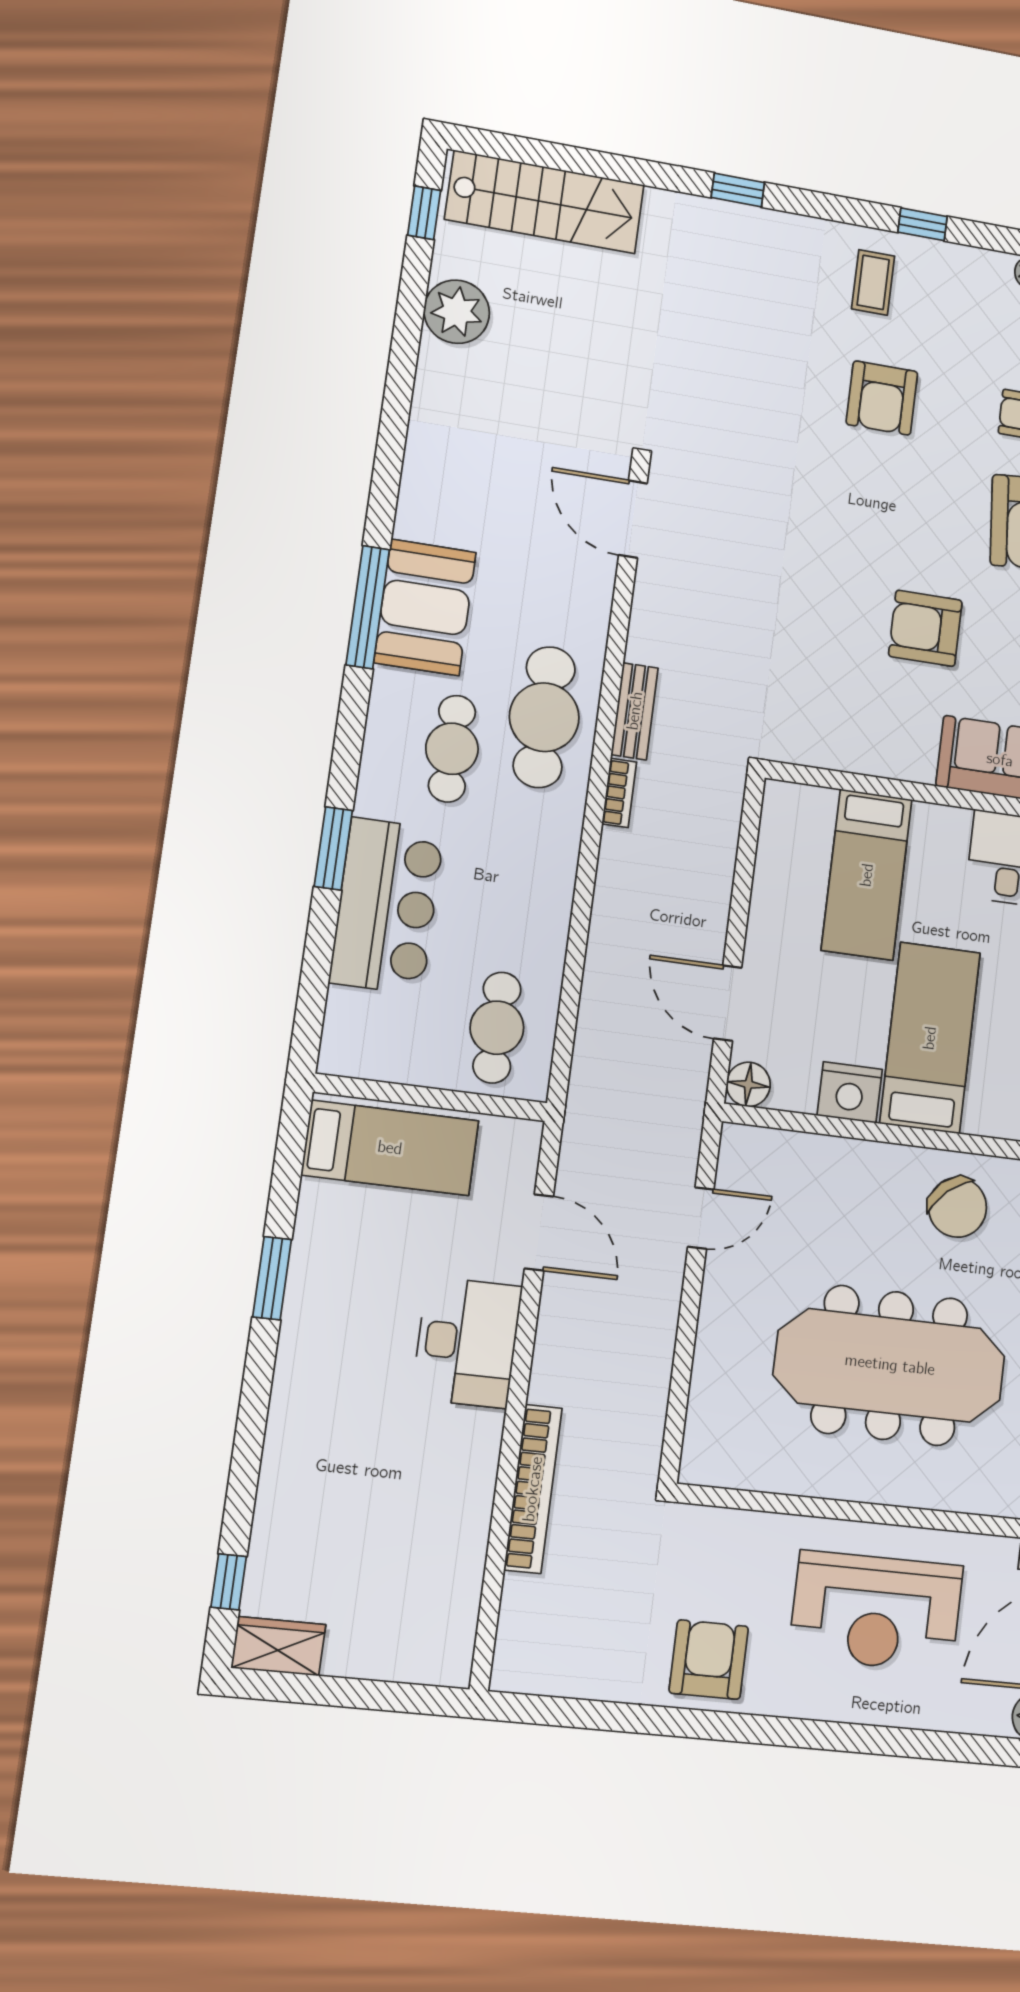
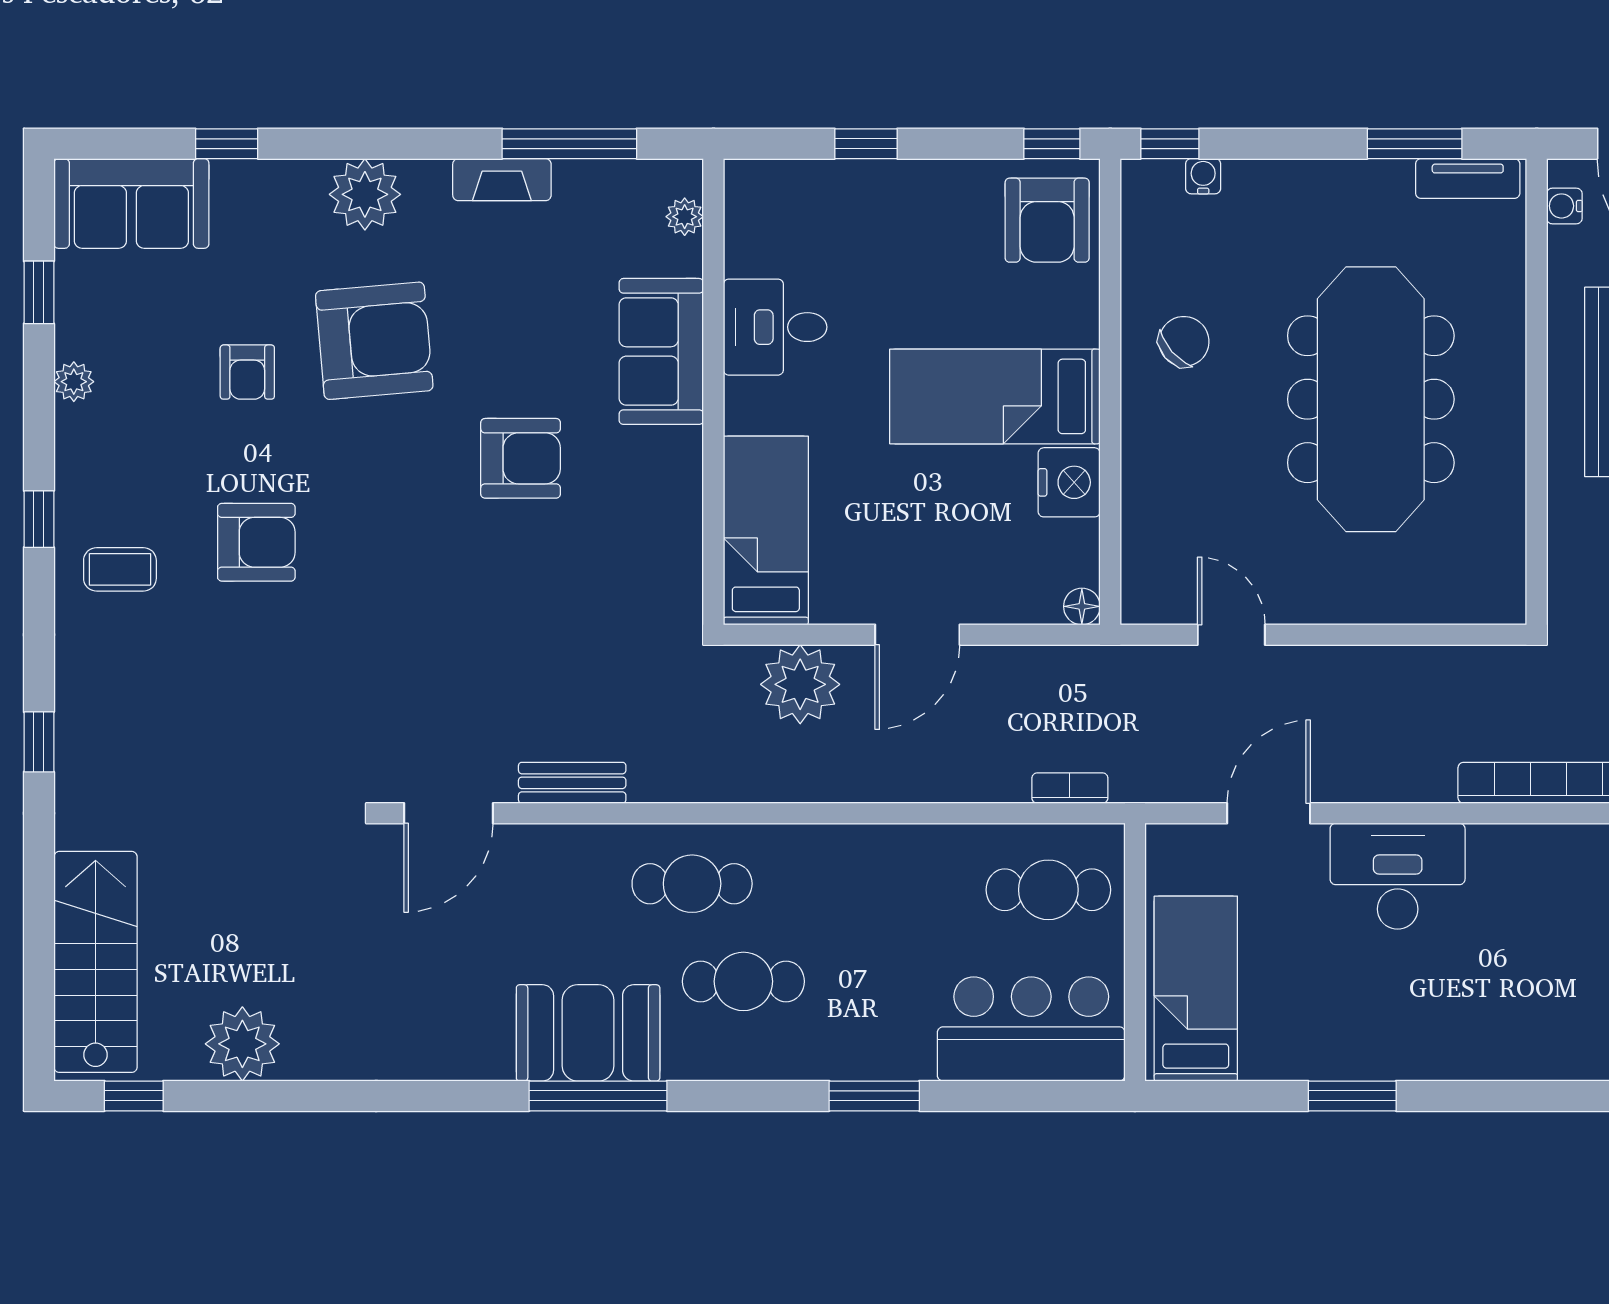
armchair: (925, 628) -> (521, 458), turned -90
bench: (635, 711) -> (572, 783), moved
cafe table: (544, 717) -> (692, 884), width x0.73, depth x0.74
bookcase: (619, 793) -> (1070, 788), moved
plant: (705, 836) -> (800, 684), added
bed: (867, 875) -> (766, 530), moved, turned -90
bar counter: (387, 906) -> (1031, 1029), moved
door: (728, 1003) -> (917, 635), moved
floor lamp: (748, 1084) -> (1082, 606), width x0.73, depth x0.73
chair: (958, 1207) -> (1184, 341), width x0.73, depth x0.73

